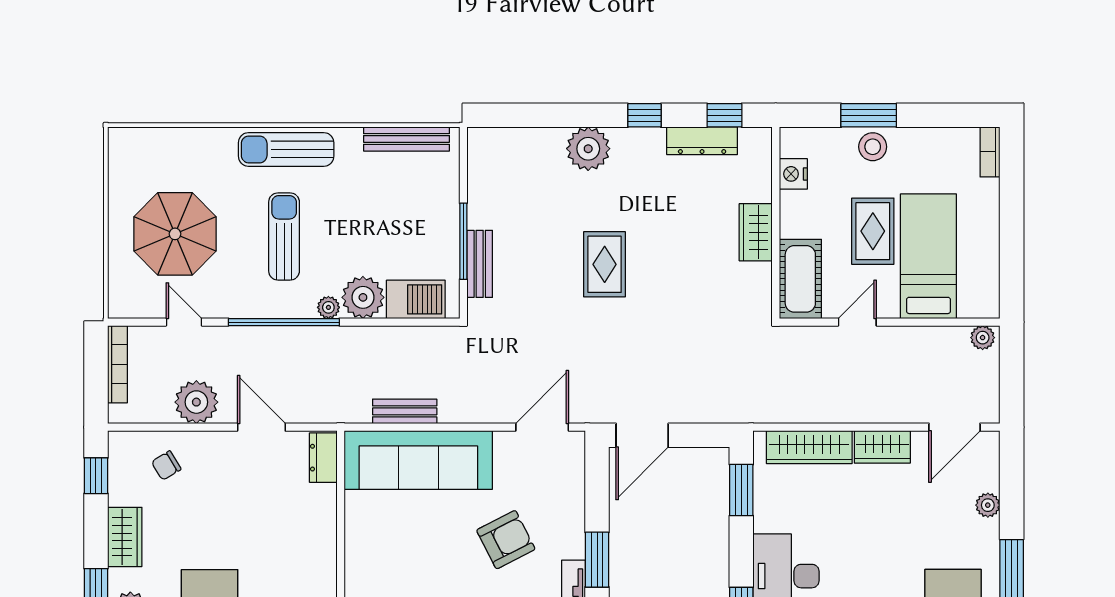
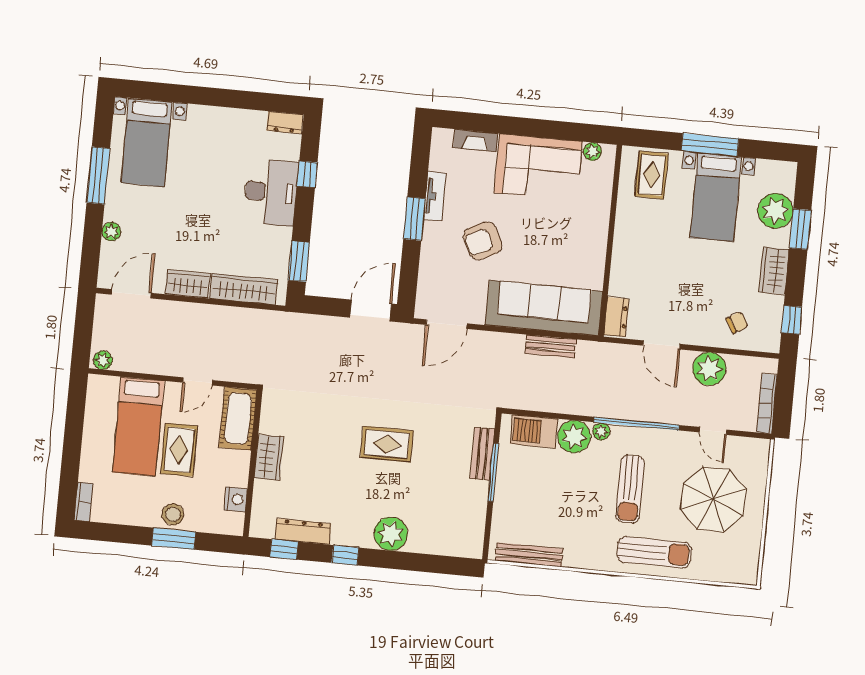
sun lounger: (286, 149) -> (654, 552), moved
rug: (605, 264) -> (387, 444), turned 90

